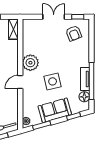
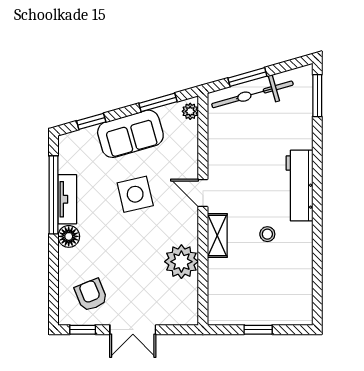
shelving: (13, 29) -> (217, 235), moved
plant: (30, 63) -> (181, 262), moved
door: (20, 82) -> (203, 193), swing flipped
floor lamp: (84, 97) -> (69, 236), moved

